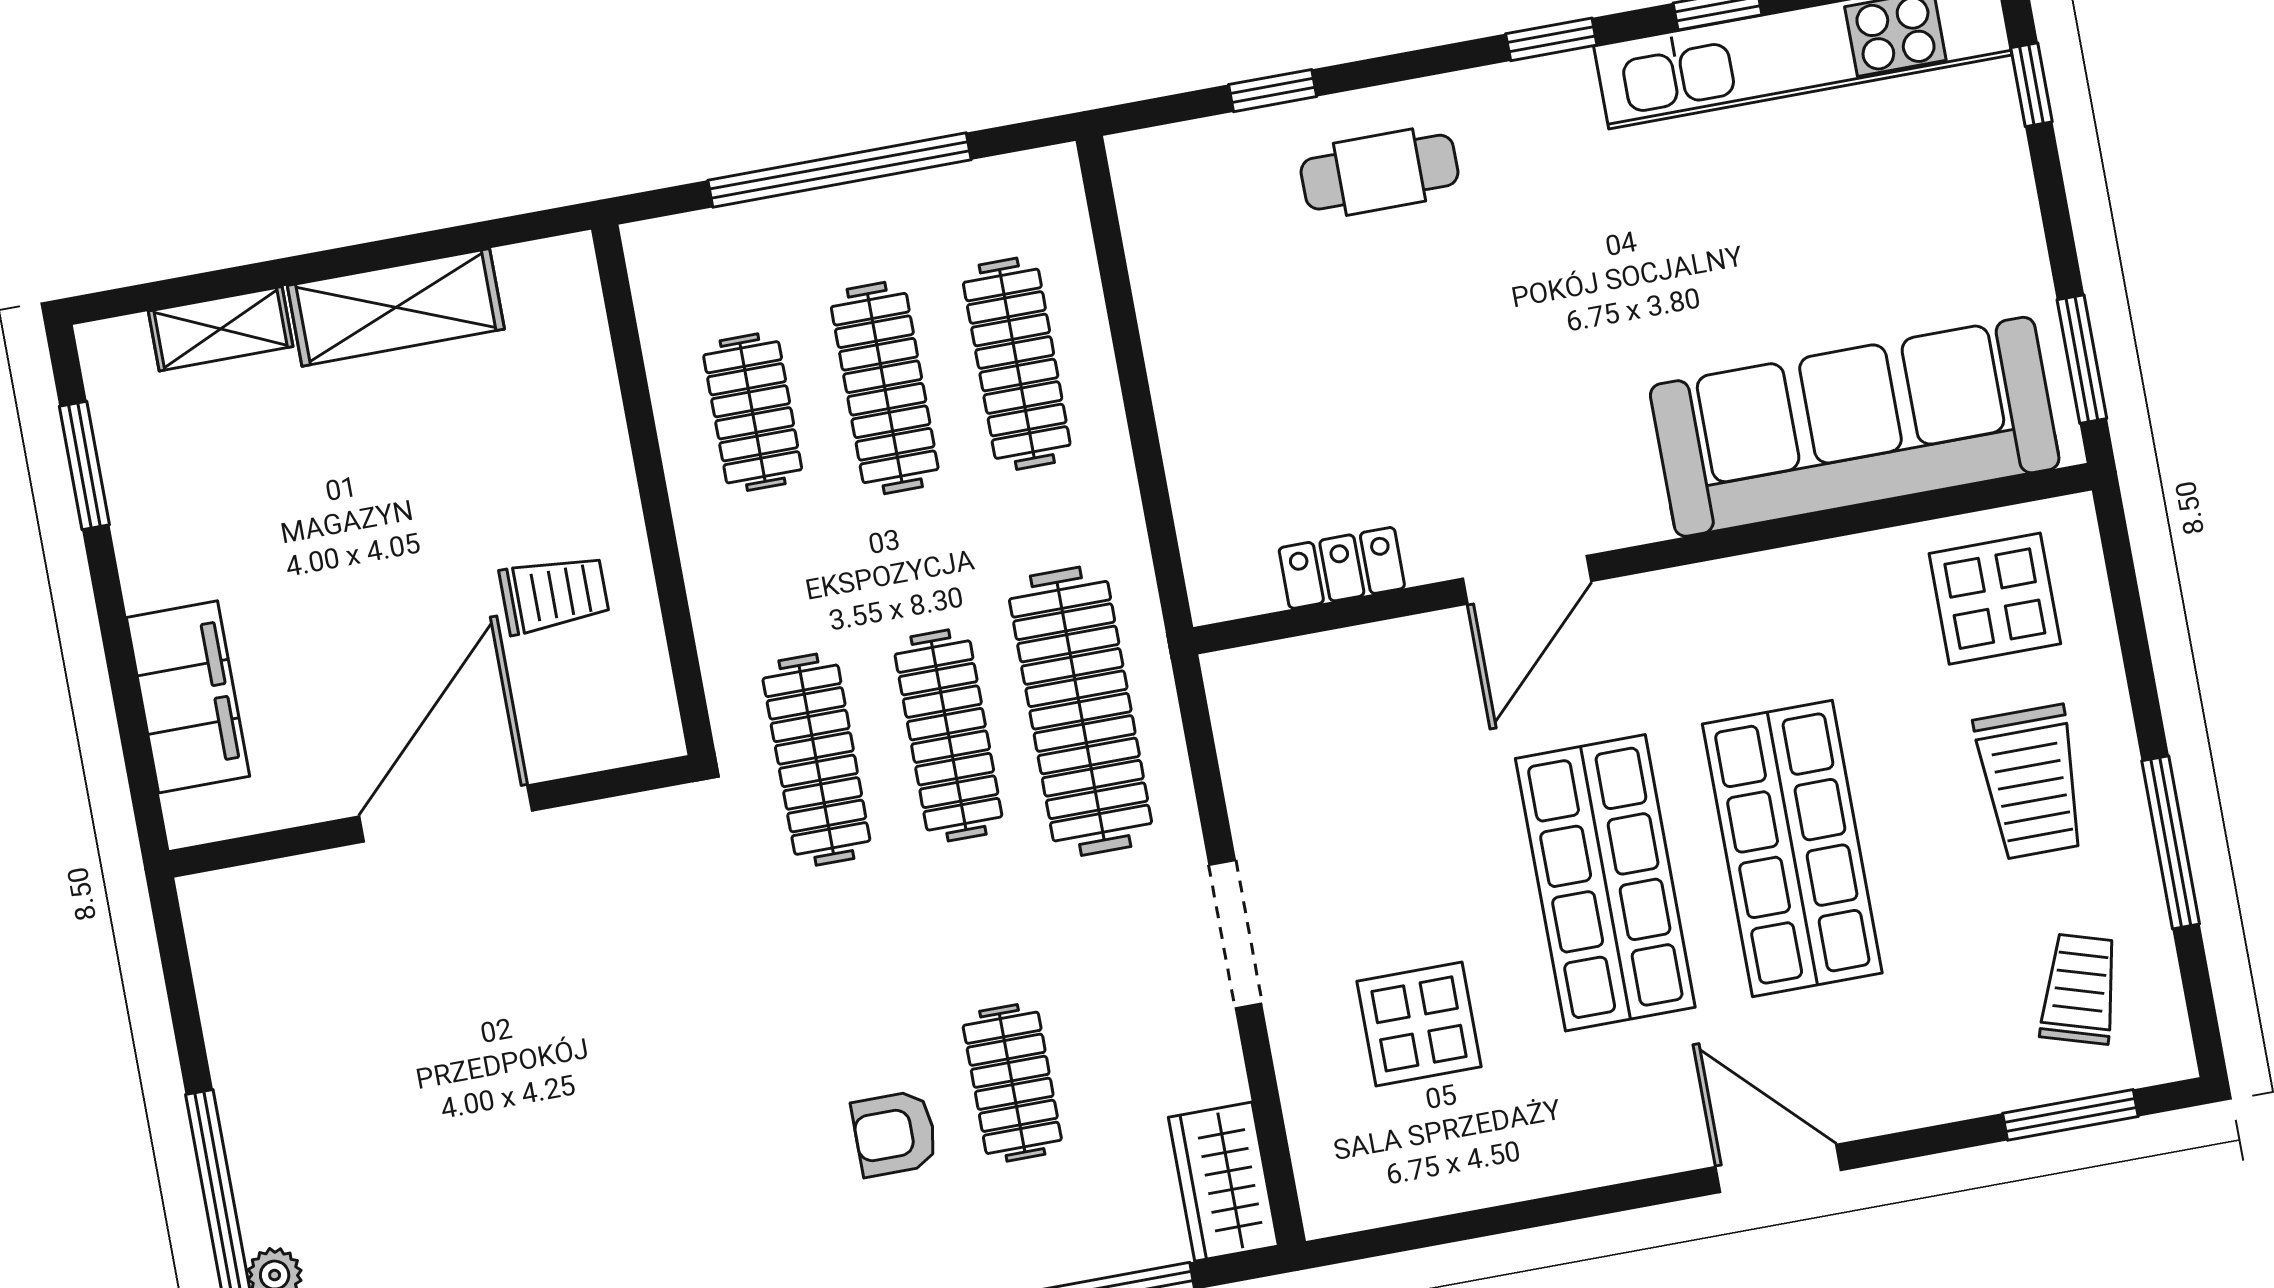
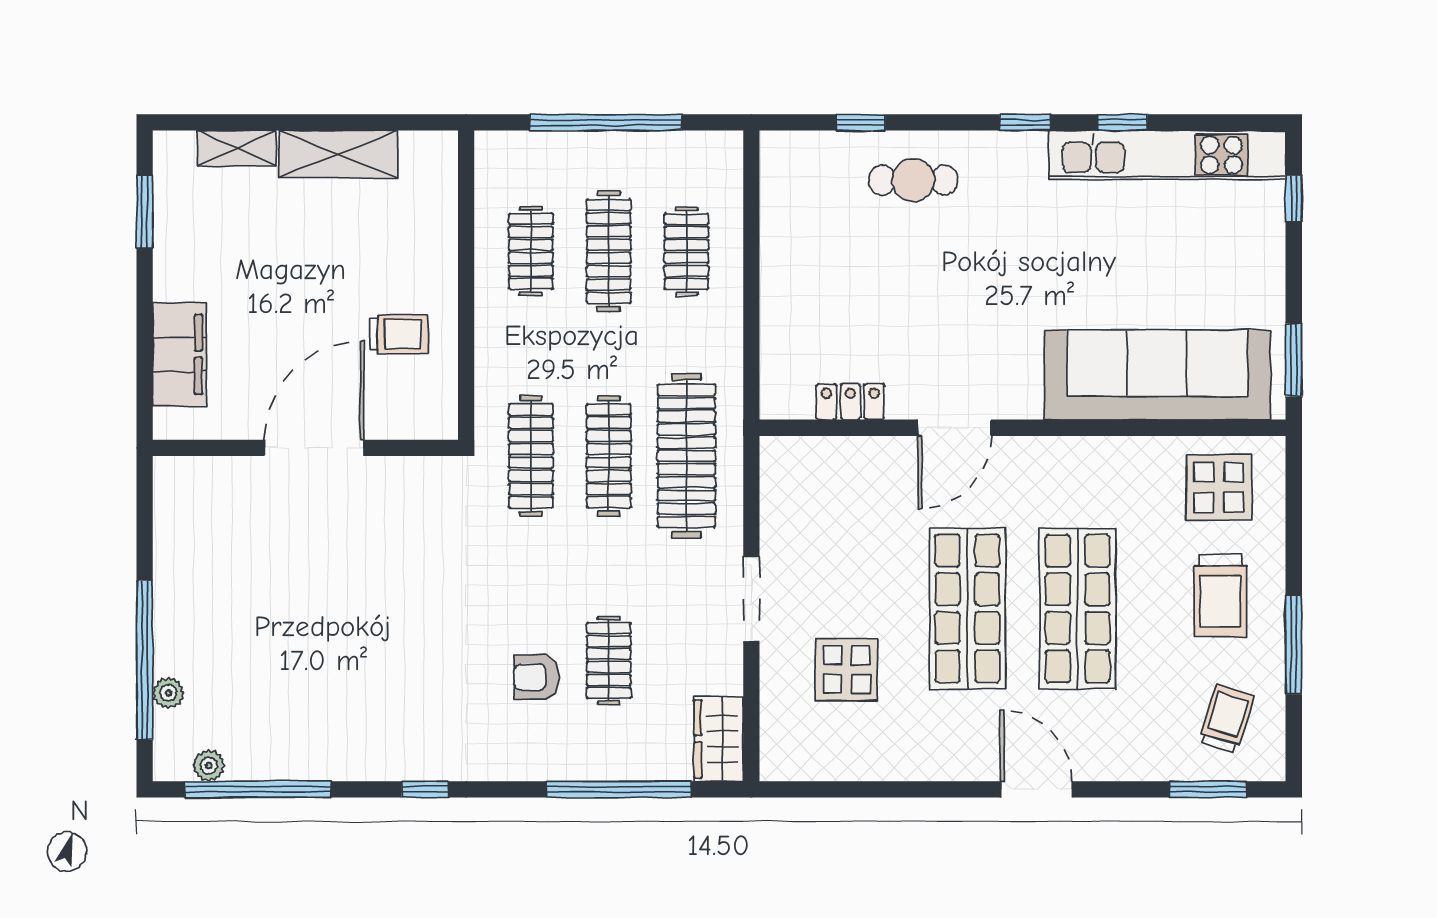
clothes rail: (1017, 364) -> (686, 251), width x0.73

